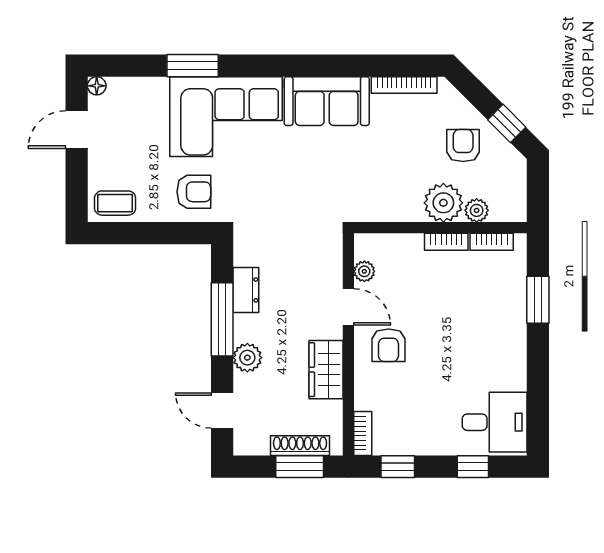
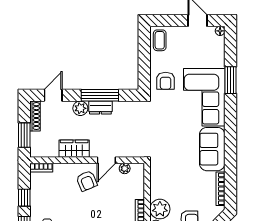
dresser: (246, 290) -> (100, 108), moved
armchair: (388, 345) -> (87, 181), turned -113
shoe rack: (300, 446) -> (35, 116), moved
window: (398, 467) -> (24, 198), moved

